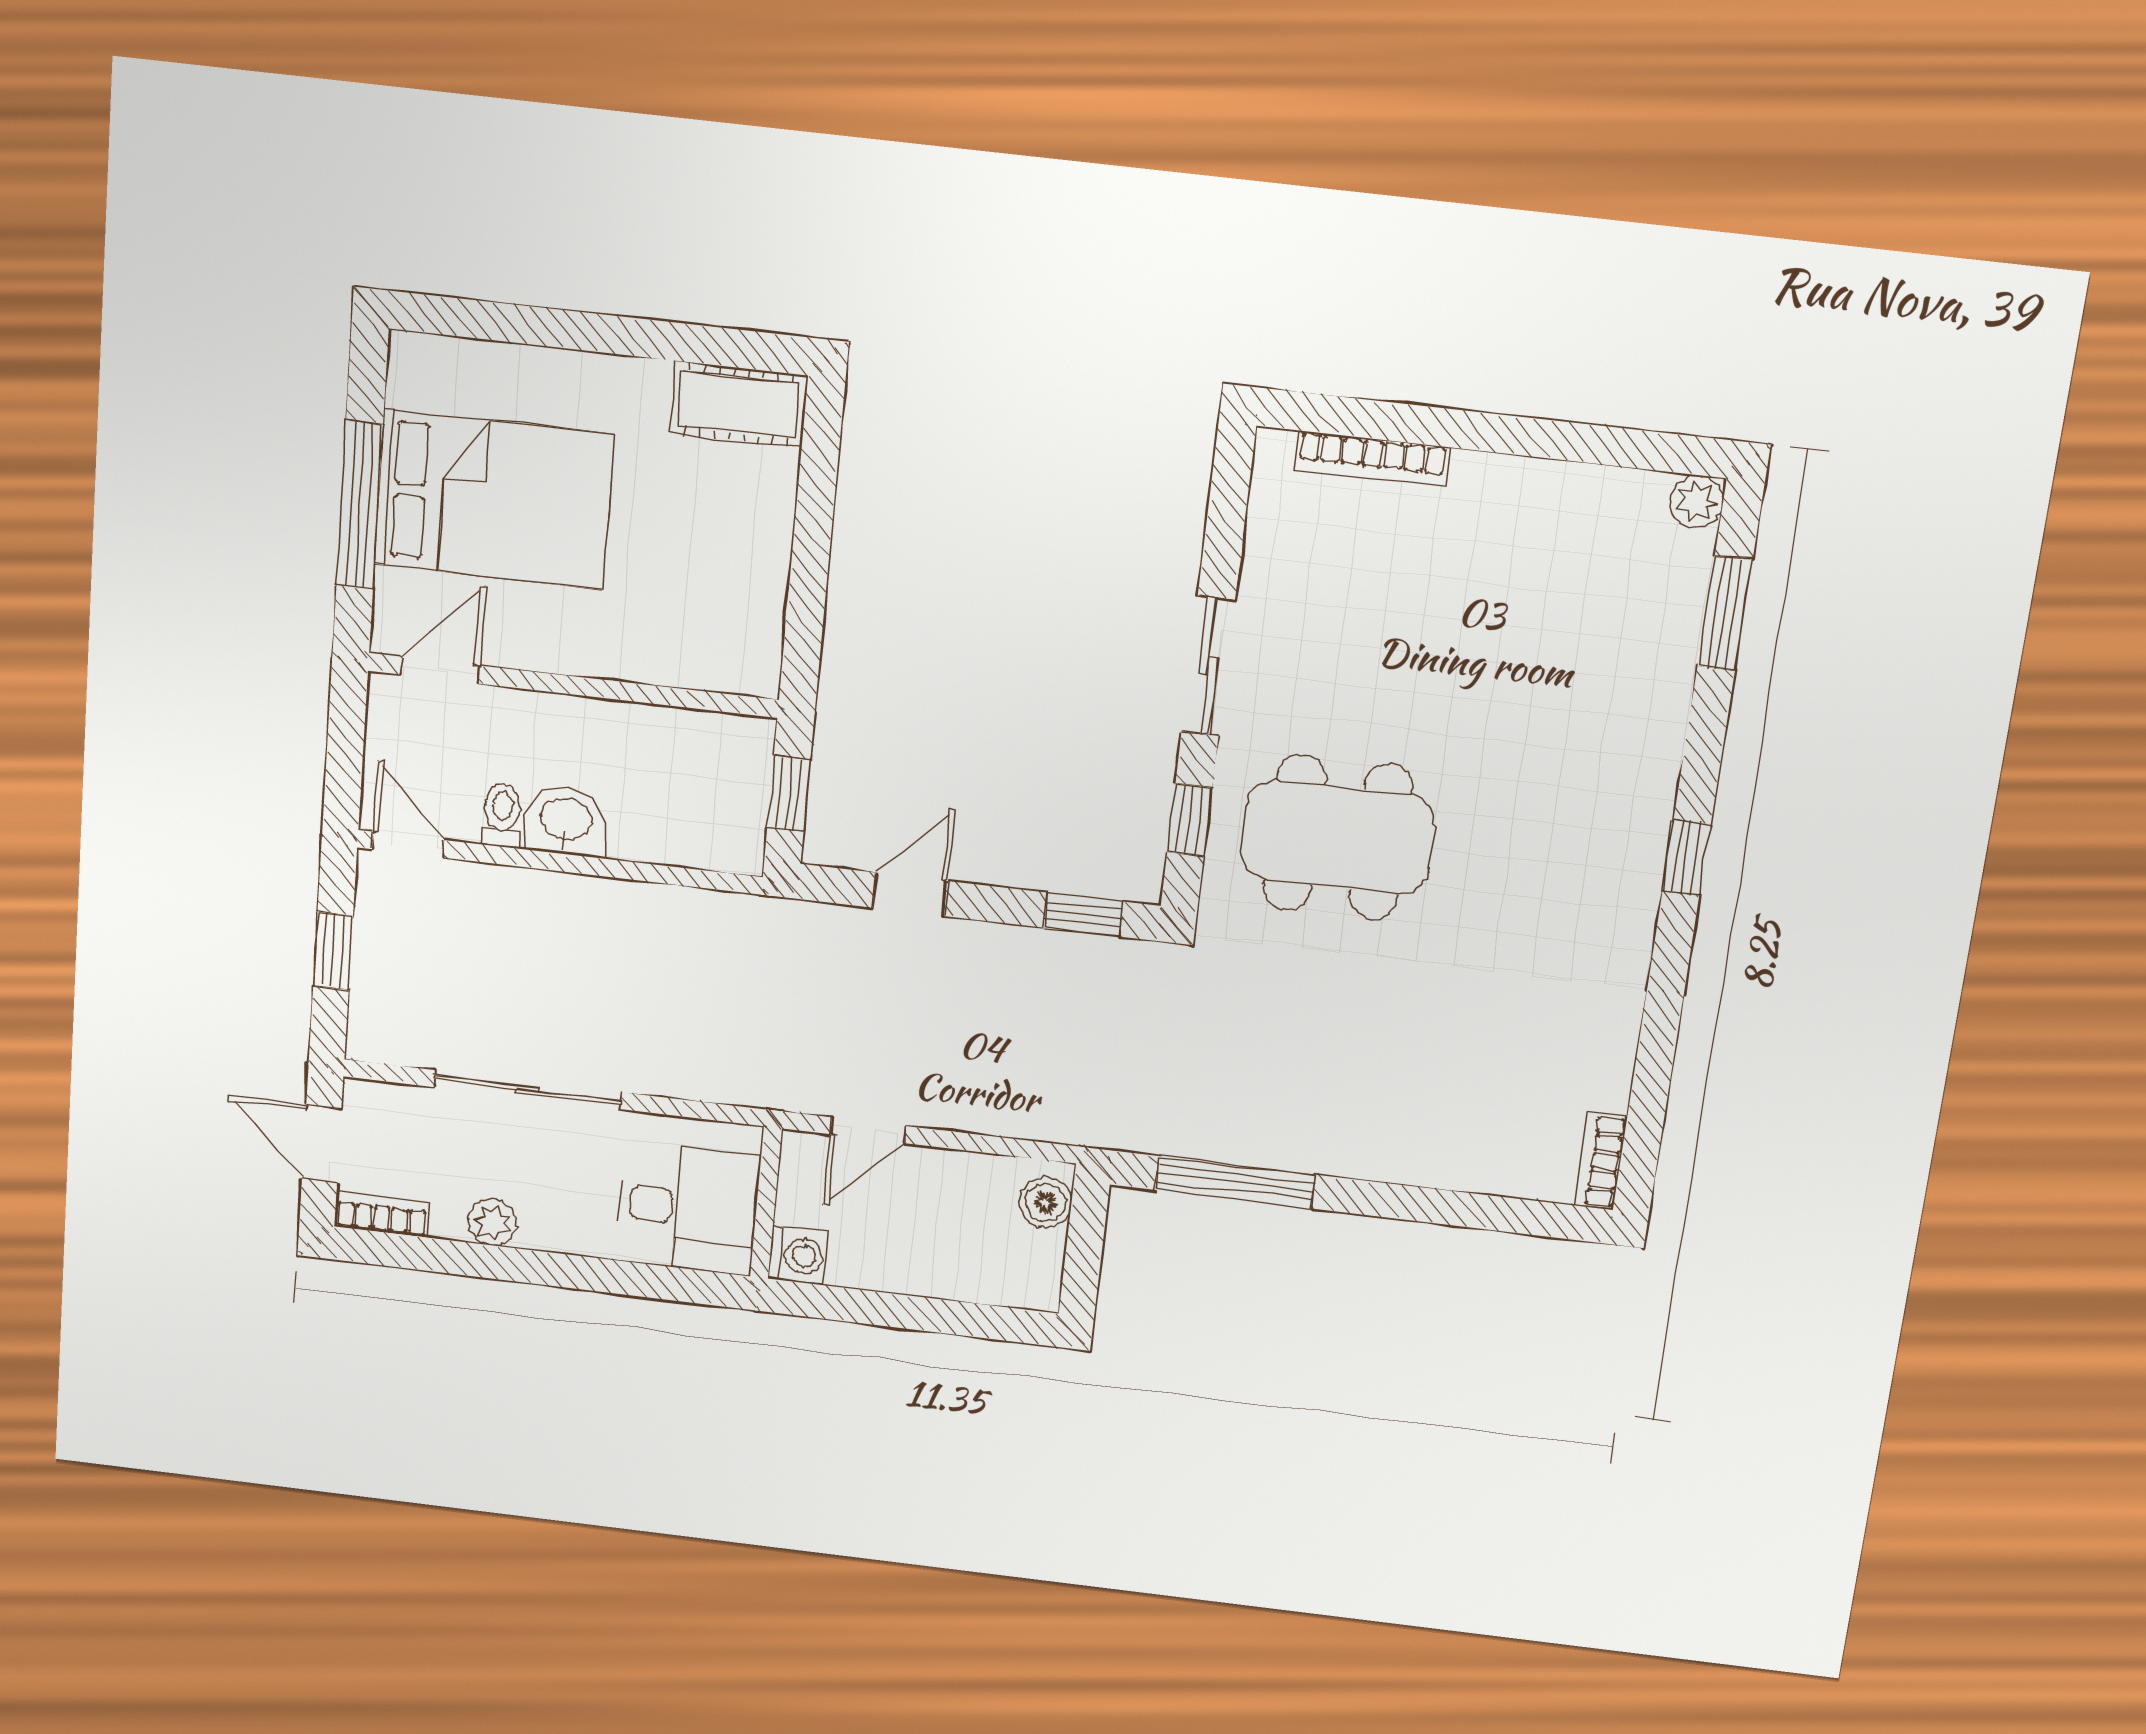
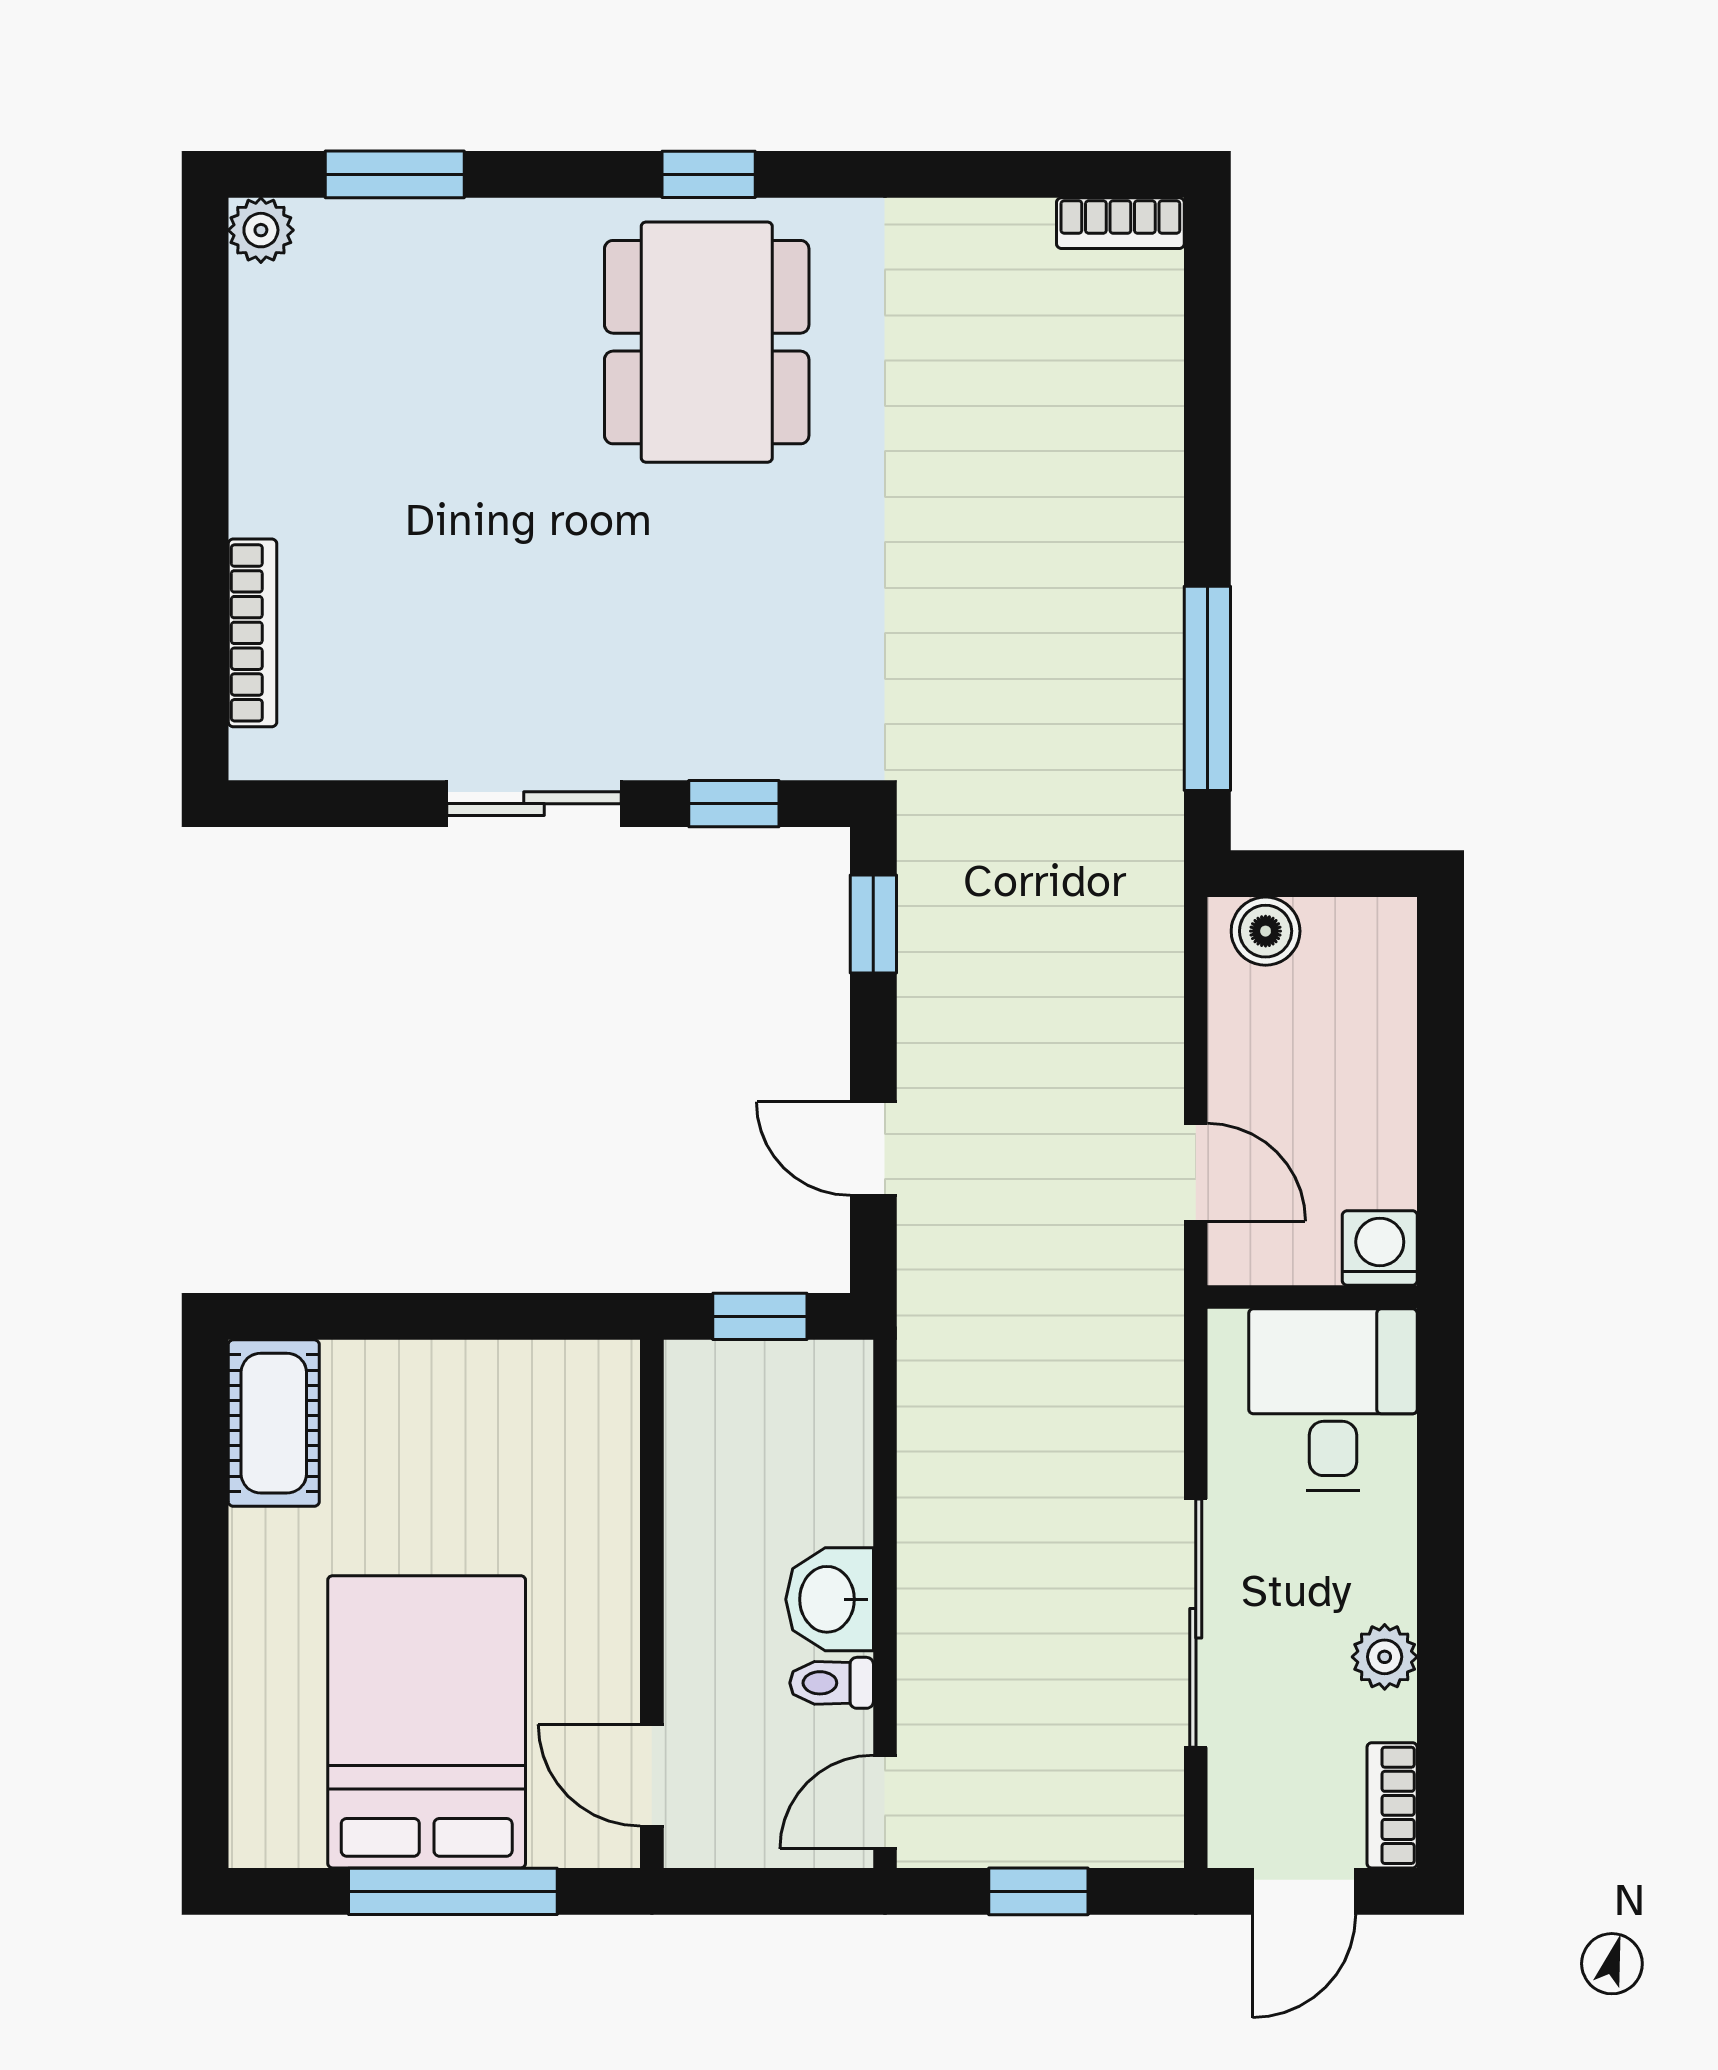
dining table: (1338, 837) -> (707, 342), moved

